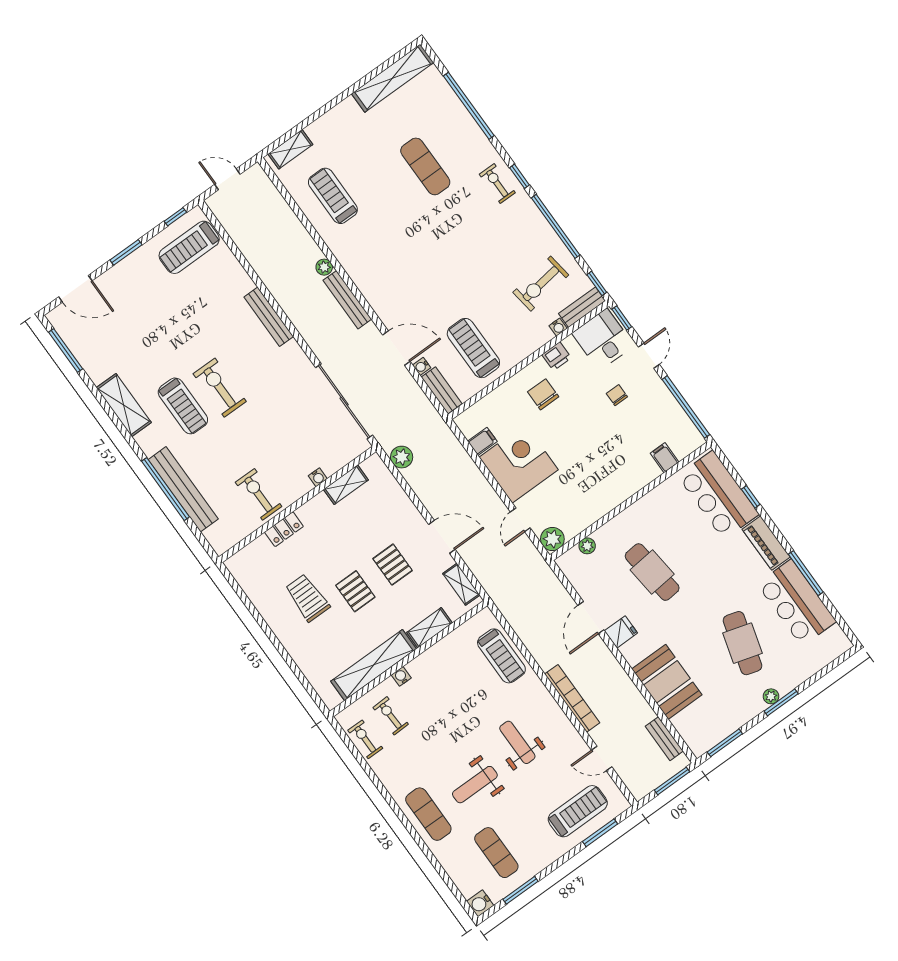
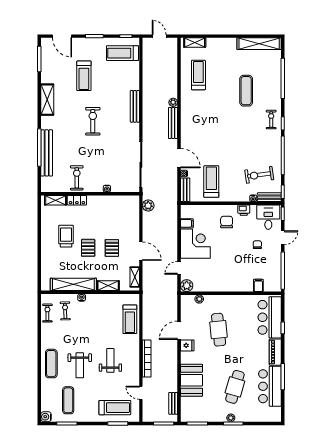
treadmill: (183, 406) -> (84, 76), moved
shelving: (346, 485) -> (56, 200), moved
weight bench: (475, 785) -> (80, 365), turned -90

